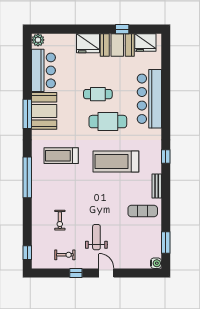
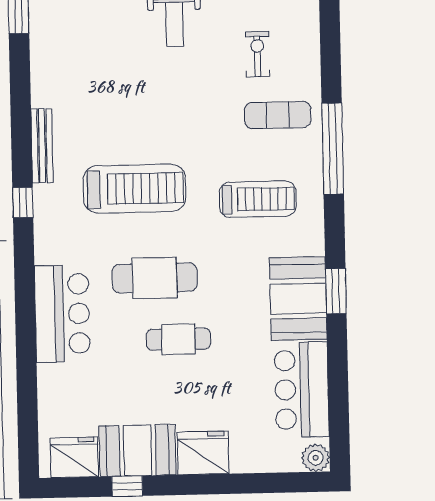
bar counter: (149, 99) -> (62, 314), width x0.73
window: (27, 114) -> (336, 291), width x0.69
bench: (157, 186) -> (42, 146), width x1.36
exercise mat: (143, 211) -> (278, 115), moved

